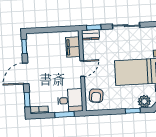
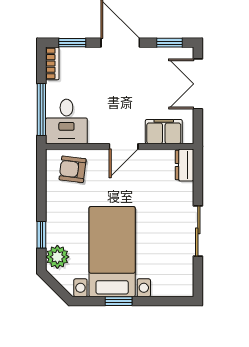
window: (94, 27) -> (198, 172), removed
double door: (46, 30) -> (198, 84), added
door: (82, 69) -> (124, 146), hinge flipped
window: (64, 114) -> (41, 109), width x1.44

